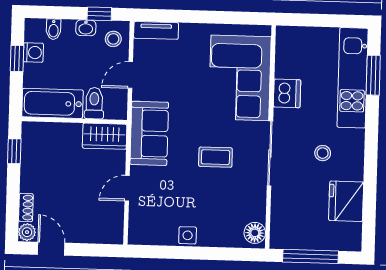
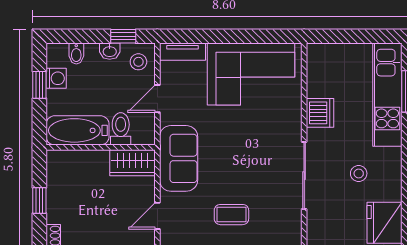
corner sofa: (240, 78) -> (251, 74), moved, turned -90
window: (14, 151) -> (39, 200), moved
coffee table: (215, 157) -> (231, 215), moved

